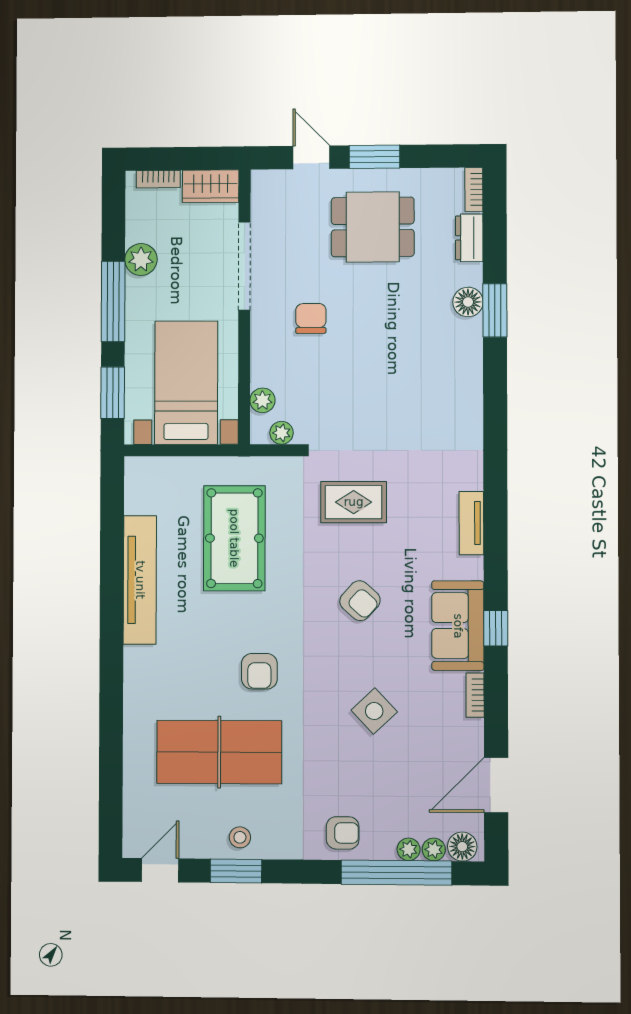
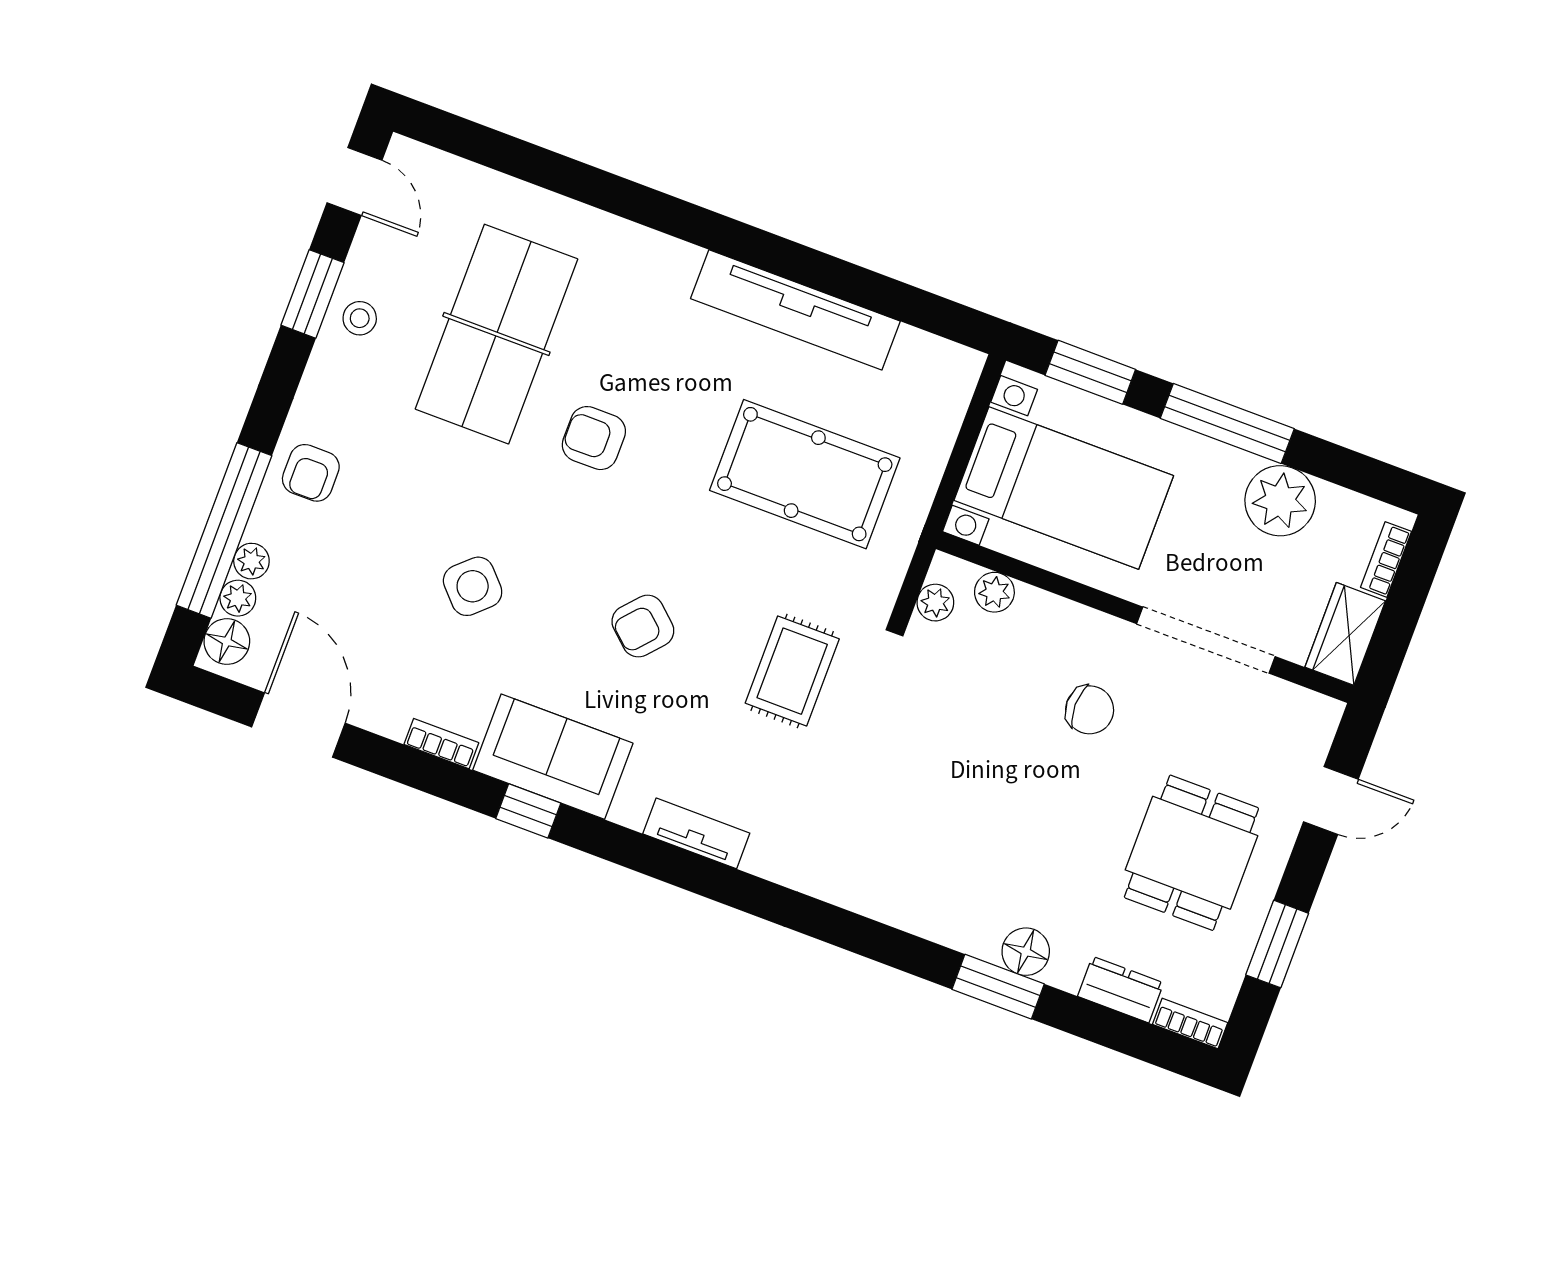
window: (374, 157) -> (1277, 944), moved
plant: (141, 260) -> (1280, 501), width x1.36, depth x1.36

